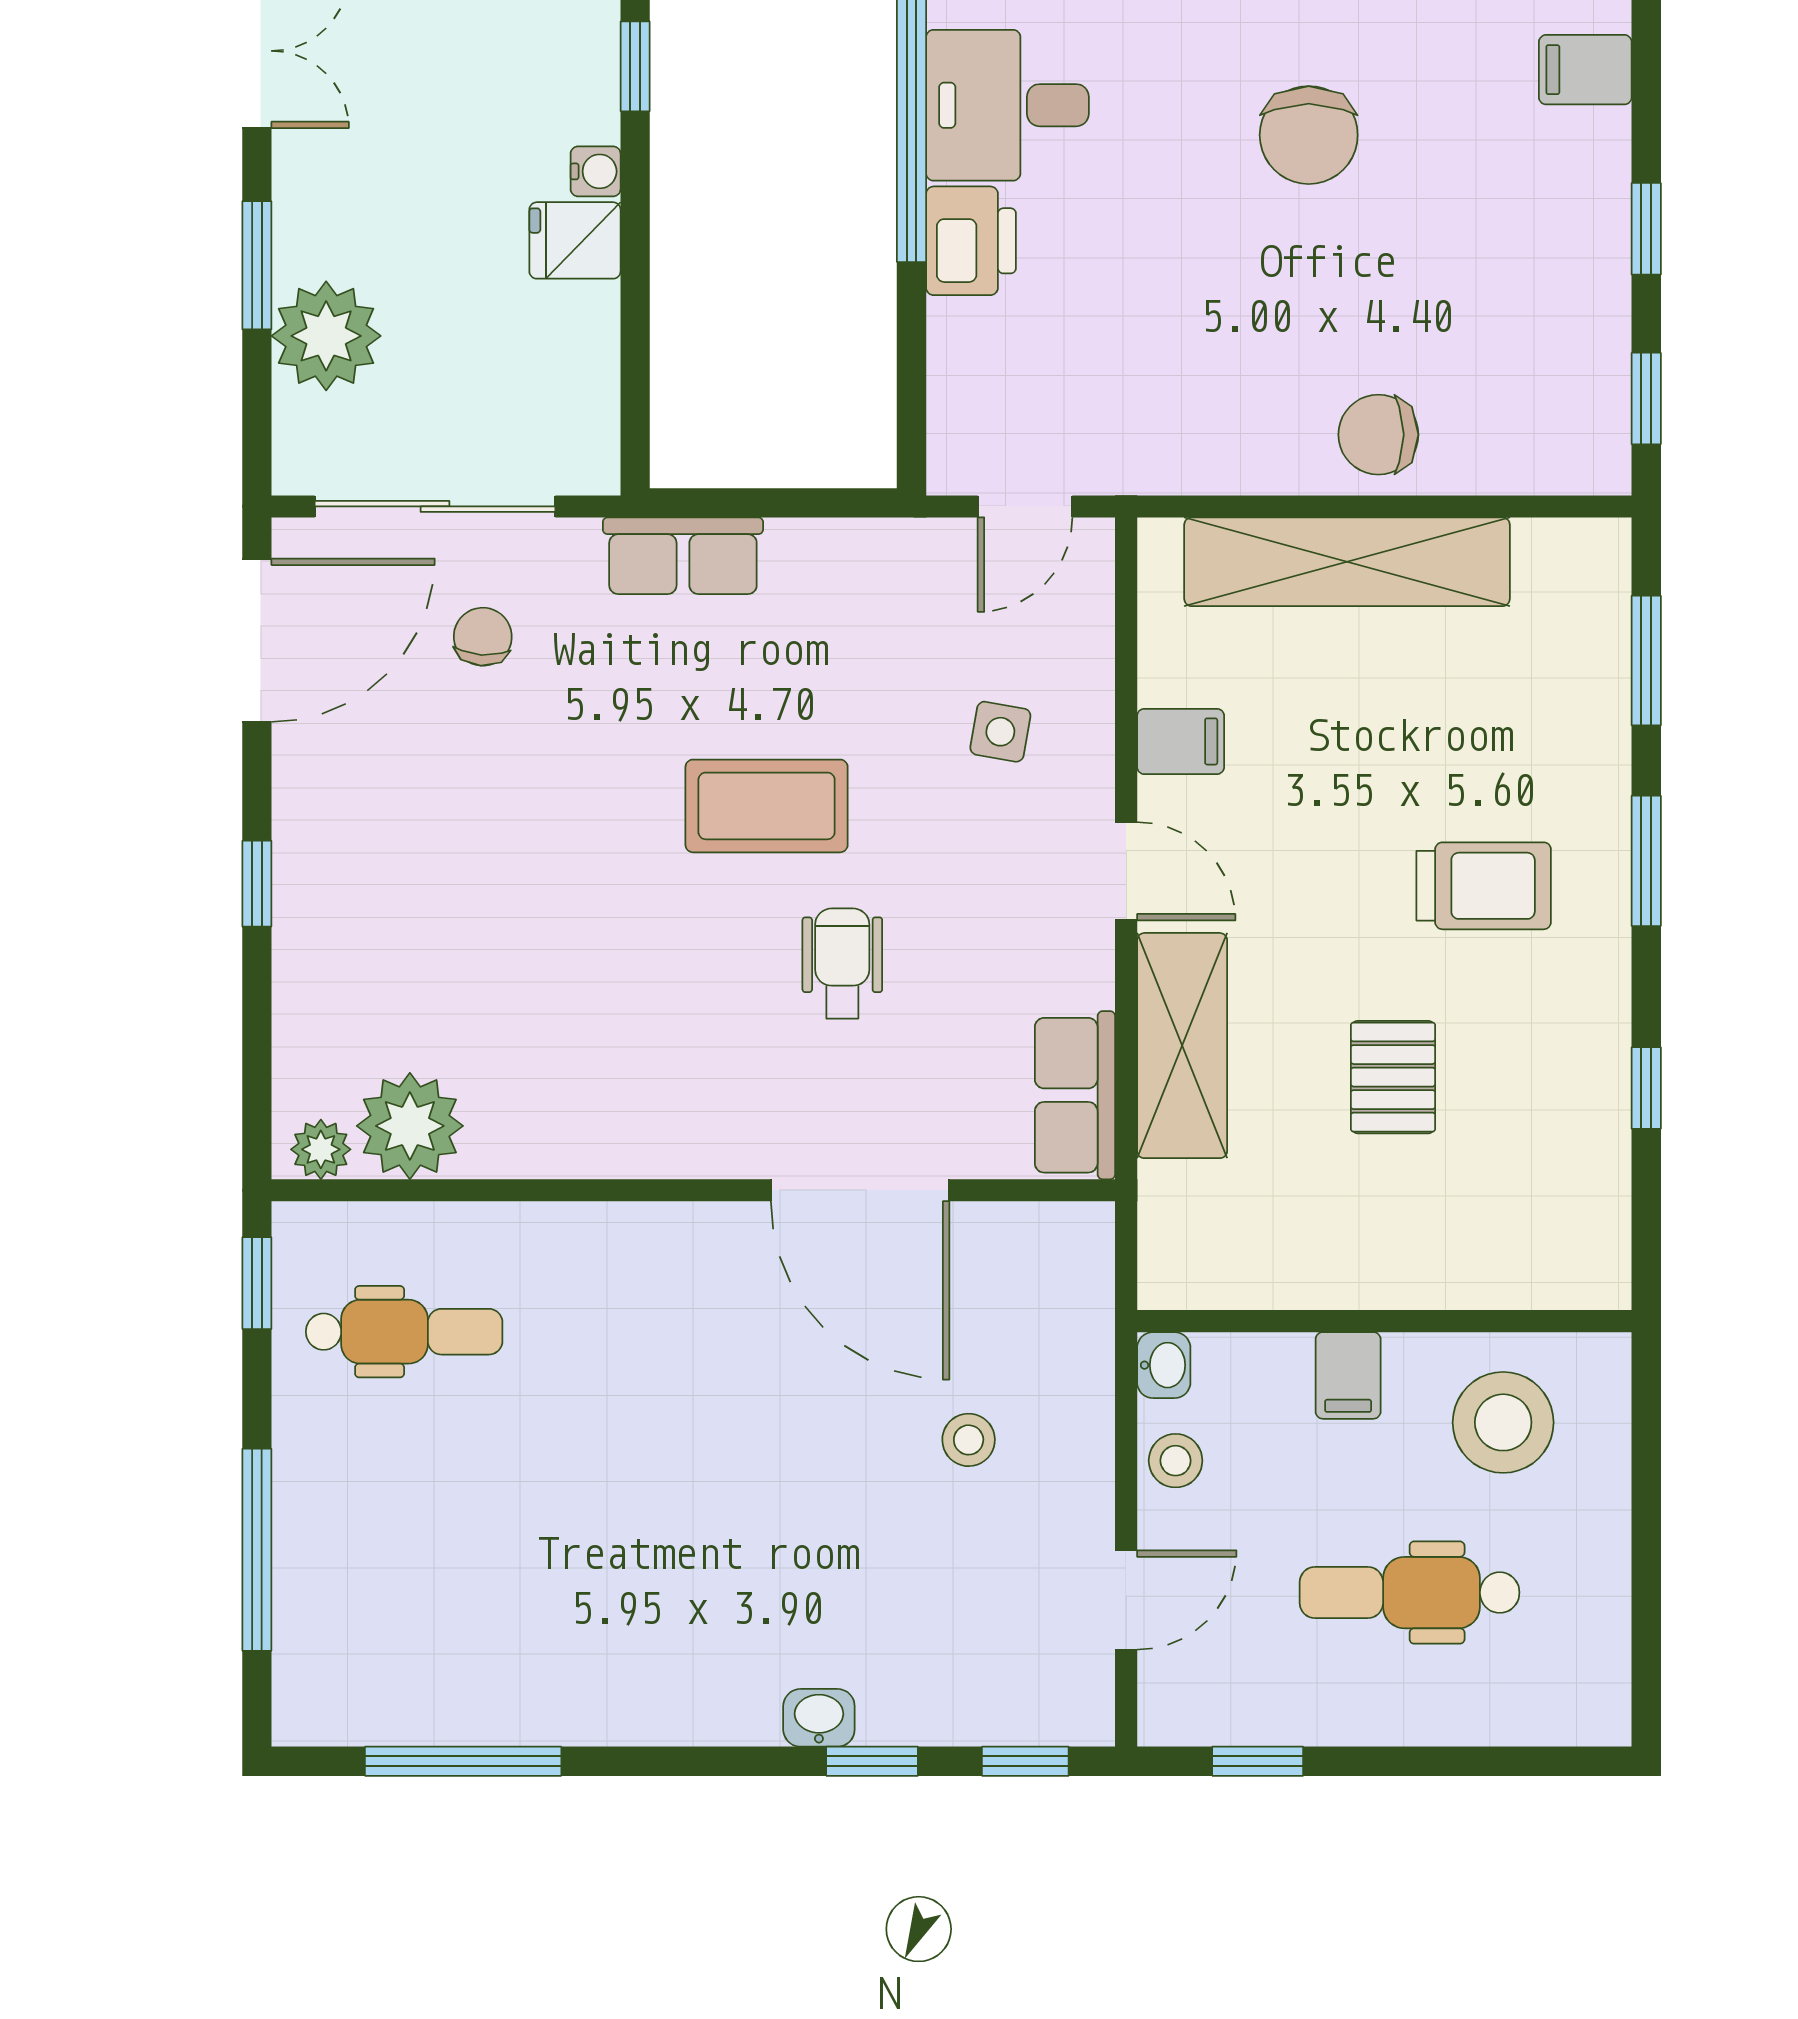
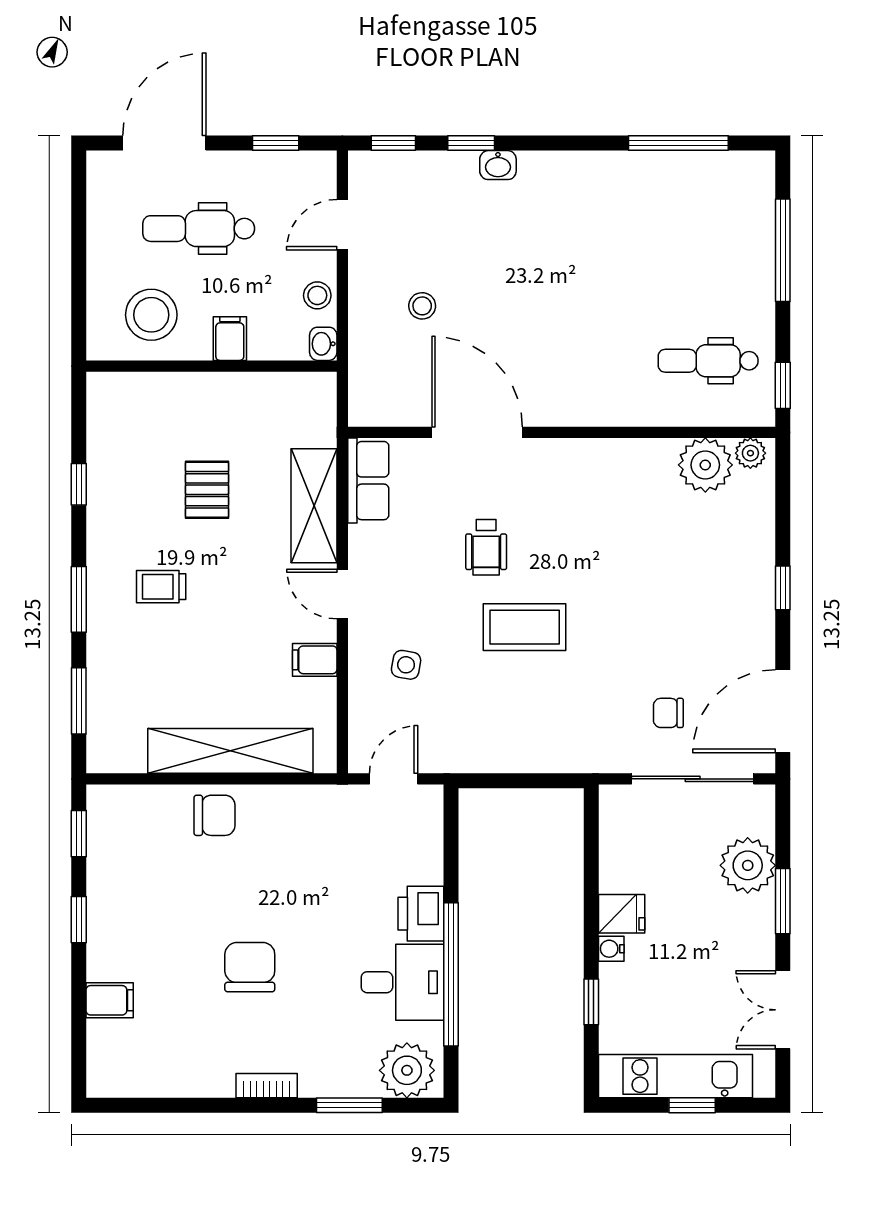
row of seats: (683, 556) -> (567, 754), removed
chair: (483, 637) -> (668, 713), turned 86
trolley: (1484, 886) -> (161, 587), width x0.73, depth x0.72
dental chair: (1410, 1593) -> (199, 229), turned 180
door: (1477, 1761) -> (164, 143), added

